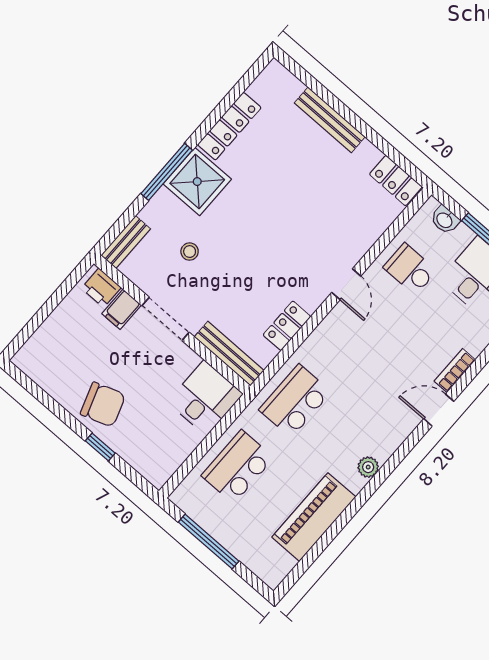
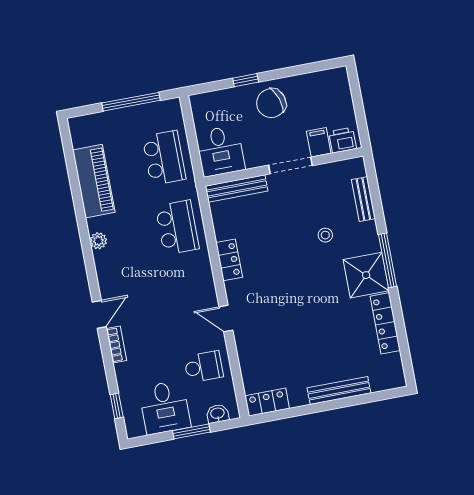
printer: (101, 288) -> (343, 140), moved
filing cabinet: (122, 309) -> (319, 142), moved
doorway: (166, 319) -> (290, 165), moved
wall: (172, 325) -> (284, 167), moved
bench: (229, 354) -> (237, 189), moved
desk: (205, 398) -> (220, 151), moved

